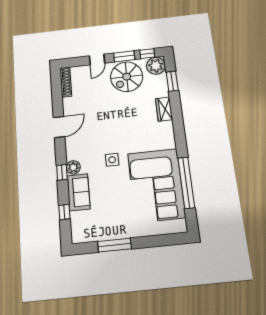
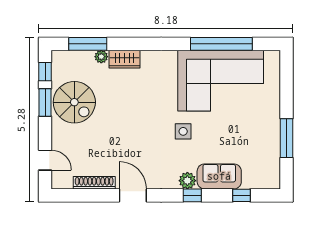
door: (97, 59) -> (45, 160), moved
plant: (156, 66) -> (101, 57), moved, width x0.53, depth x0.53
window: (172, 81) -> (88, 44), width x1.44
shoe rack: (66, 82) -> (94, 183), moved

